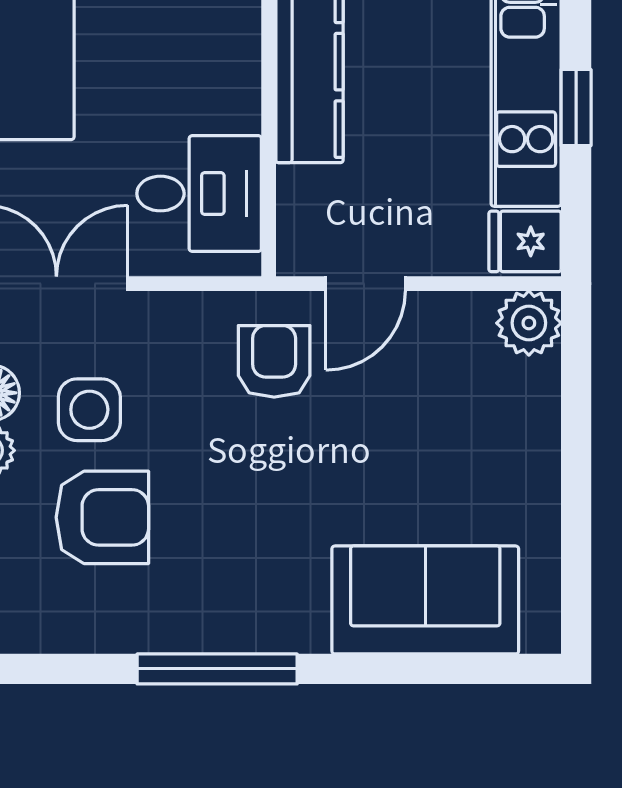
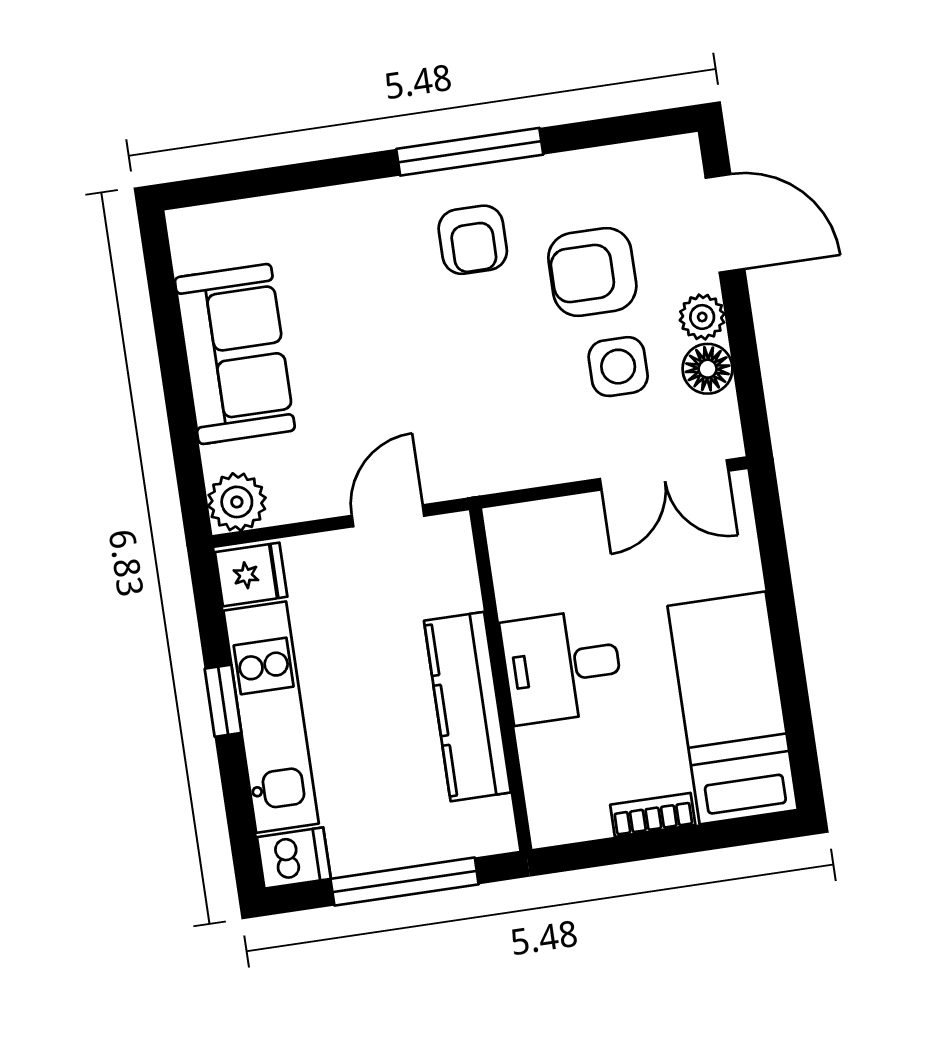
desk: (199, 194) -> (562, 666), moved
armchair: (274, 361) -> (473, 240), moved
sofa: (425, 600) -> (235, 354), moved, turned -90

